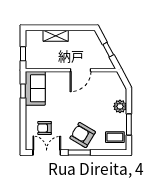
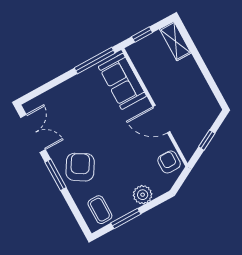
shelving: (56, 36) -> (175, 41), moved
sofa: (35, 88) -> (122, 81), moved, turned 90
window: (23, 91) -> (95, 61), width x2.17
armchair: (45, 128) -> (169, 162), moved

